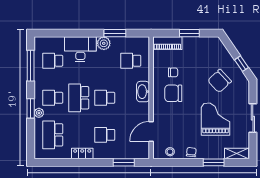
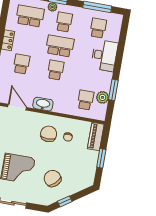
plant: (104, 43) -> (102, 97), moved
washbasin: (143, 92) -> (43, 104), moved

